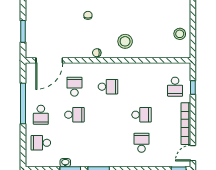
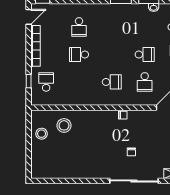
stool: (125, 41) -> (64, 125), moved
school desk: (108, 87) -> (112, 82), turned 180
school desk: (74, 115) -> (145, 54), turned 180

